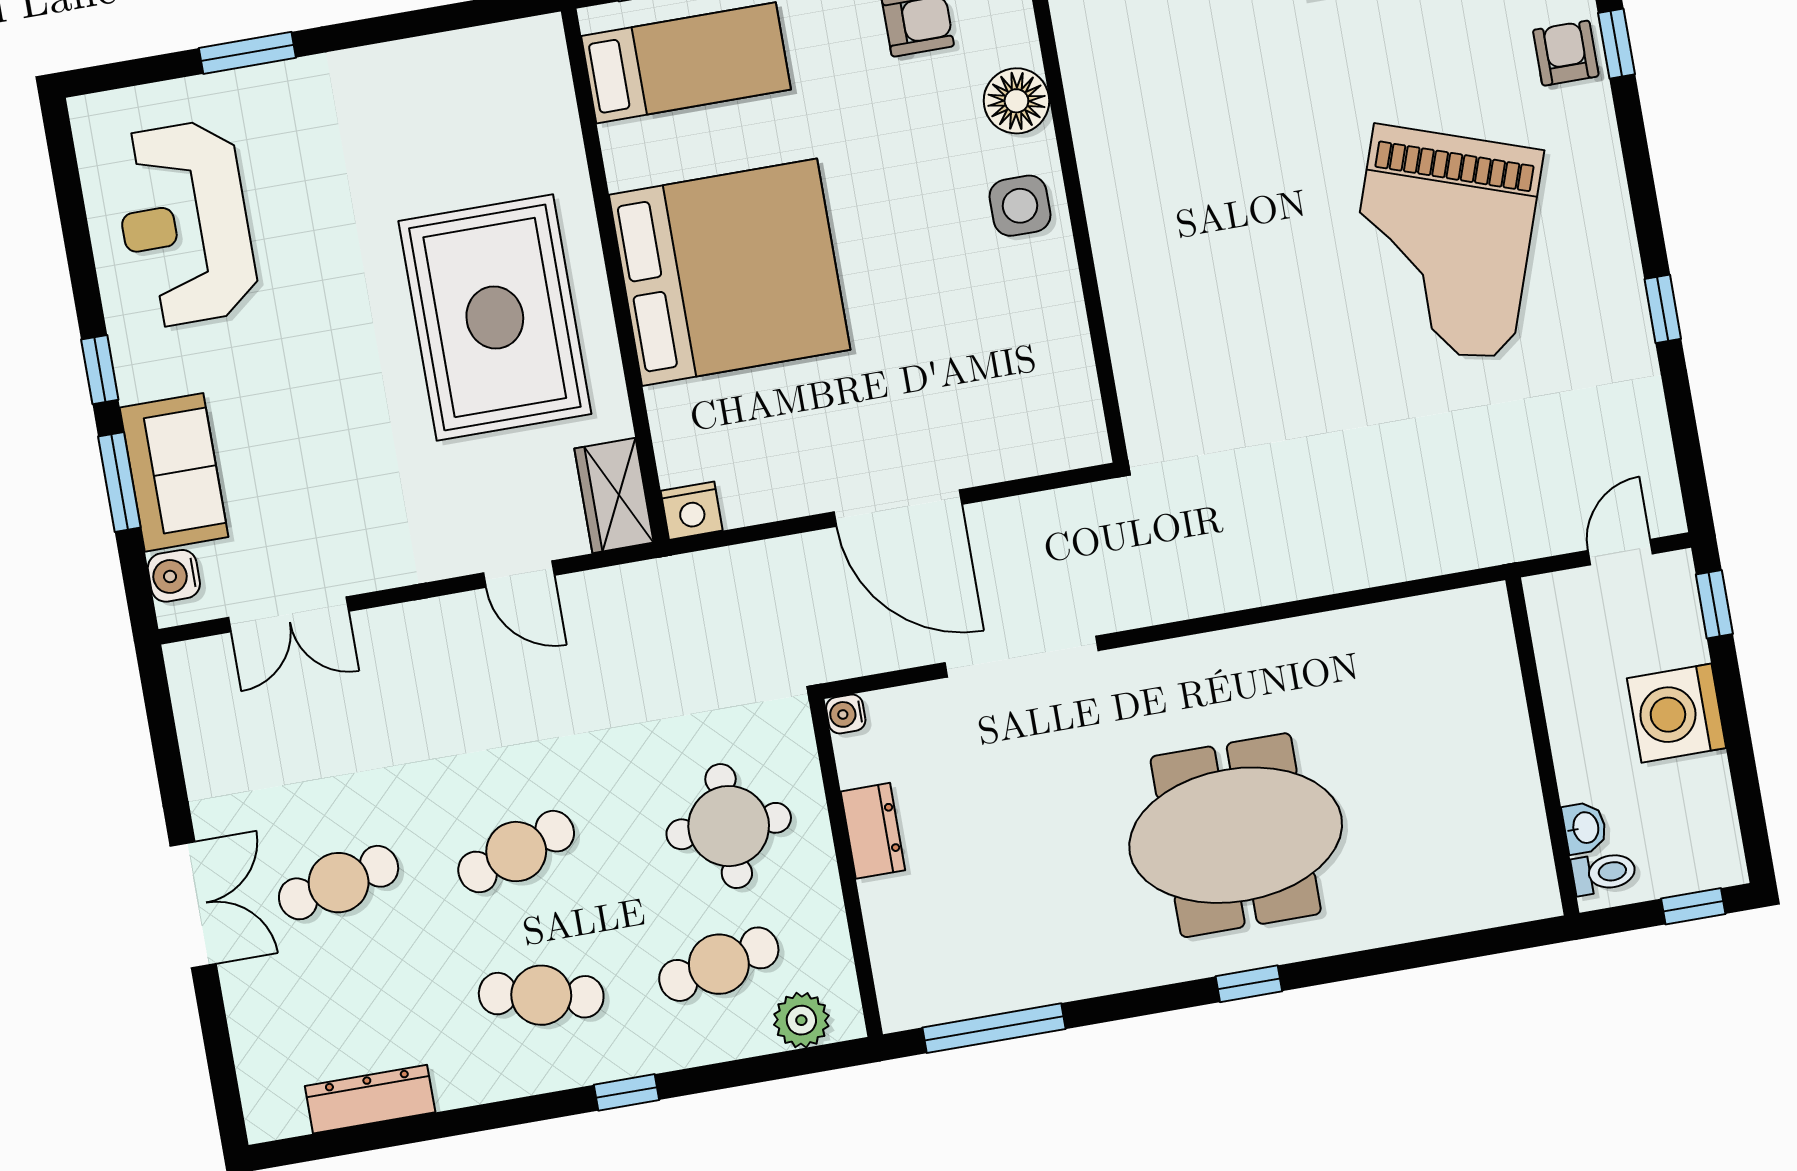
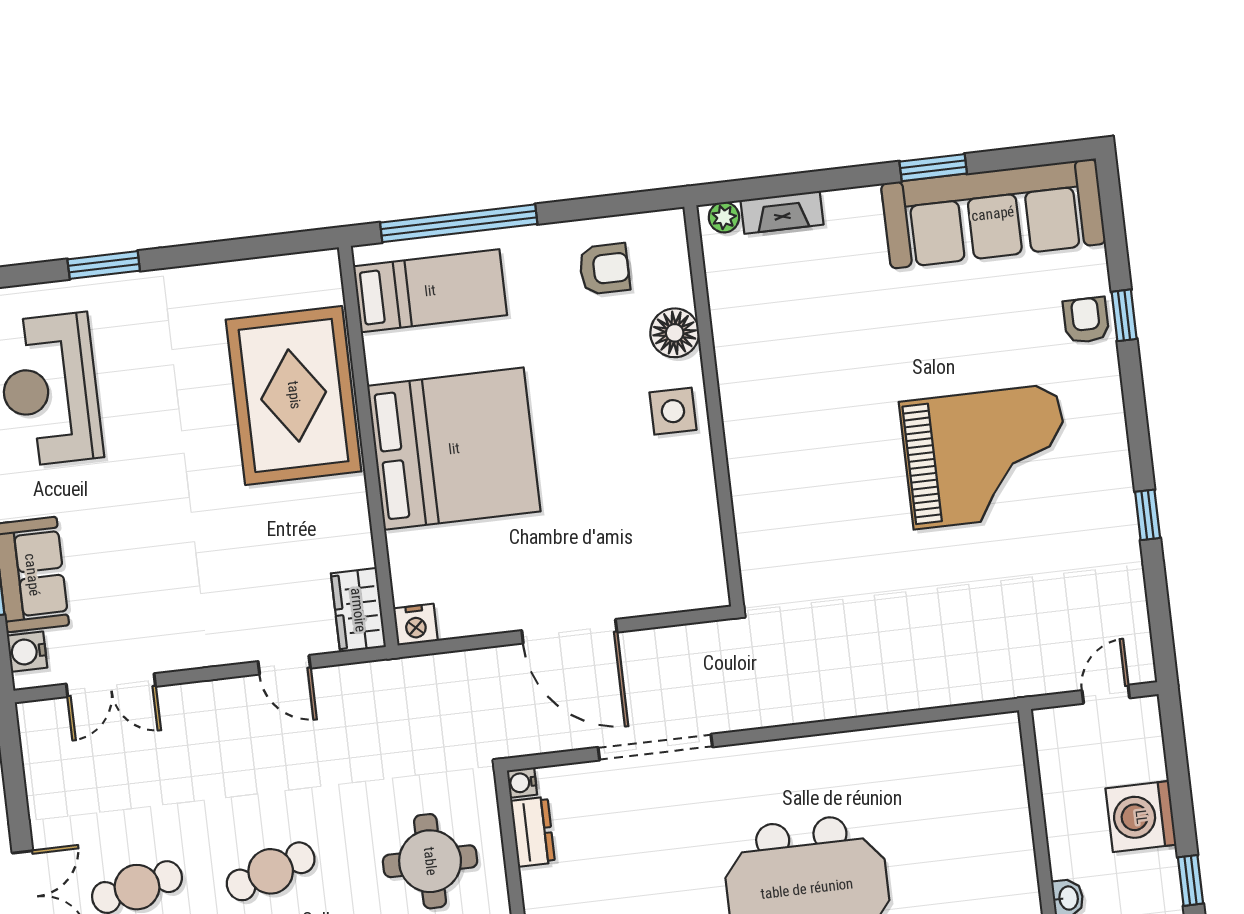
grand piano: (1442, 243) -> (986, 456), turned -109
rug: (495, 318) -> (294, 395), moved
window: (1714, 604) -> (1191, 880), moved
dresser: (873, 831) -> (533, 832), moved

